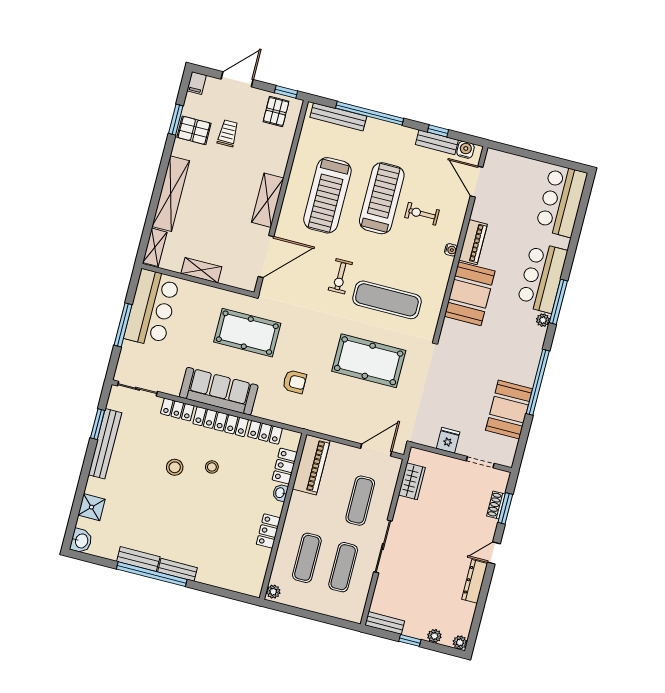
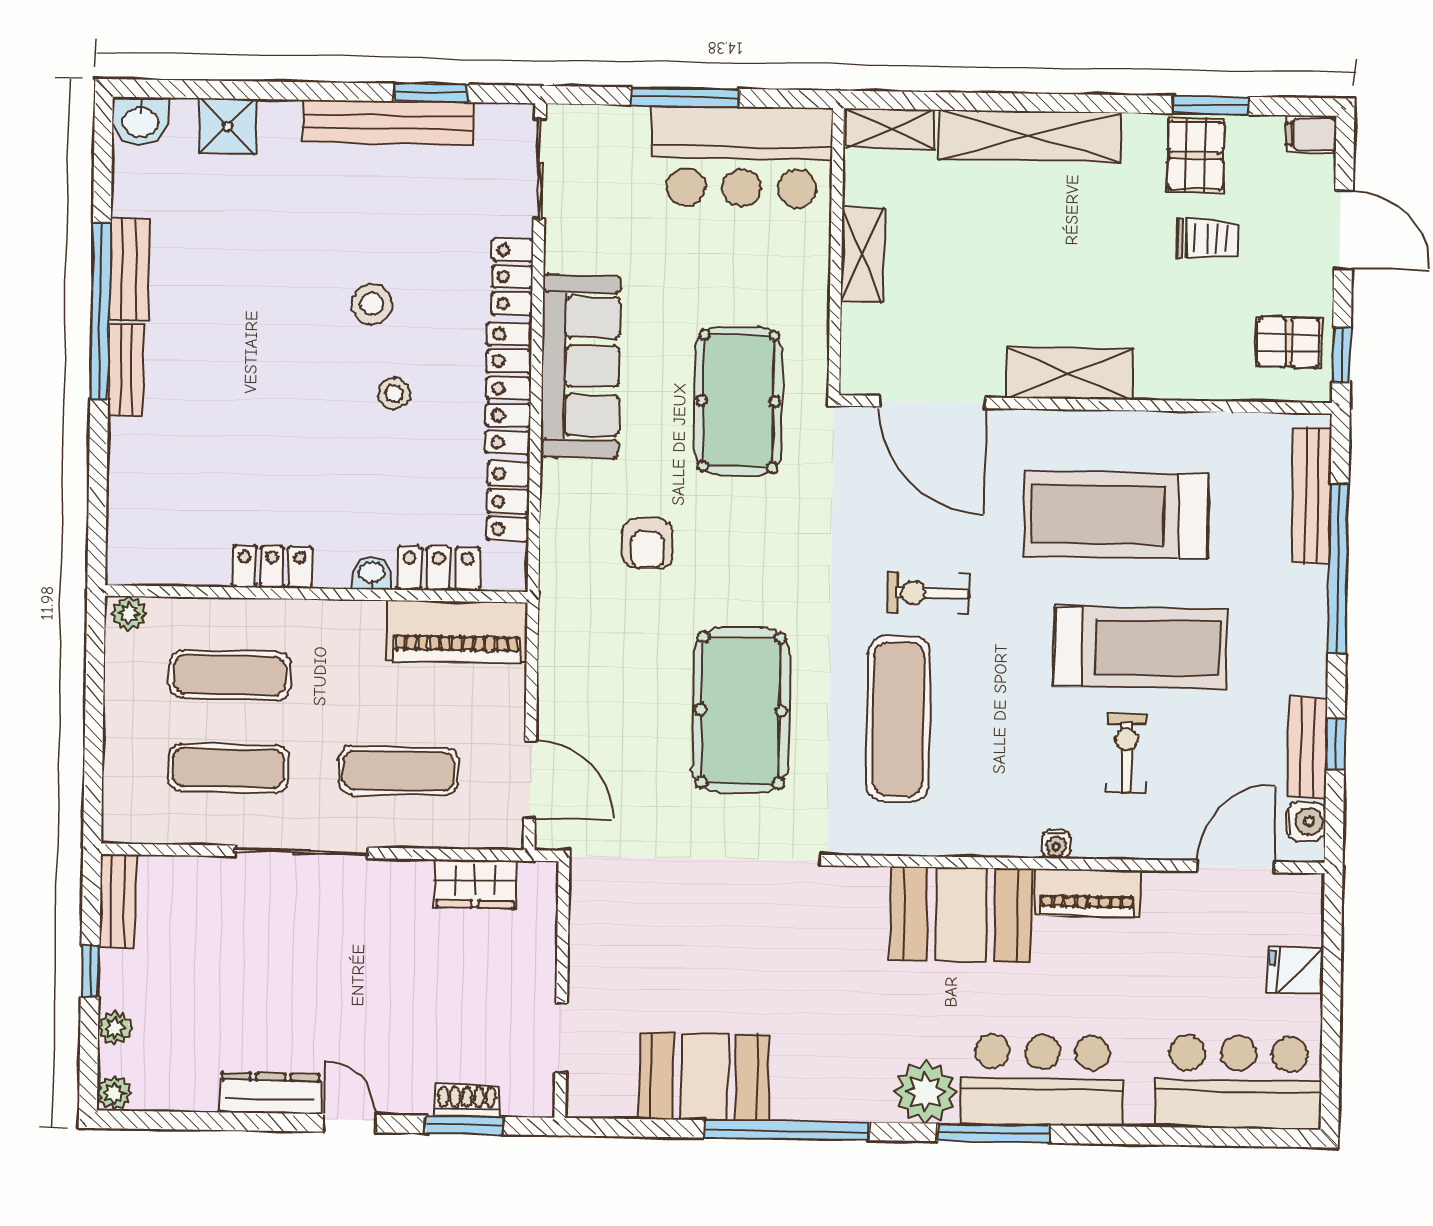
plant: (543, 320) -> (925, 1092), width x1.87, depth x1.87
fridge: (448, 440) -> (1296, 970), moved, turned 180

